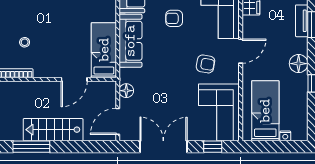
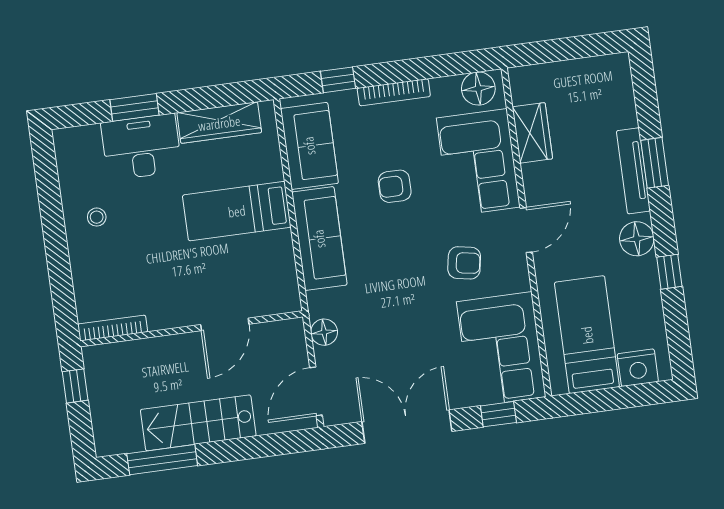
tv unit: (302, 21) -> (633, 171), width x1.41
stool: (25, 42) -> (97, 217), moved
bed: (104, 50) -> (237, 211), moved, turned -90
nightstand: (285, 136) -> (638, 368), width x1.89, depth x1.79

